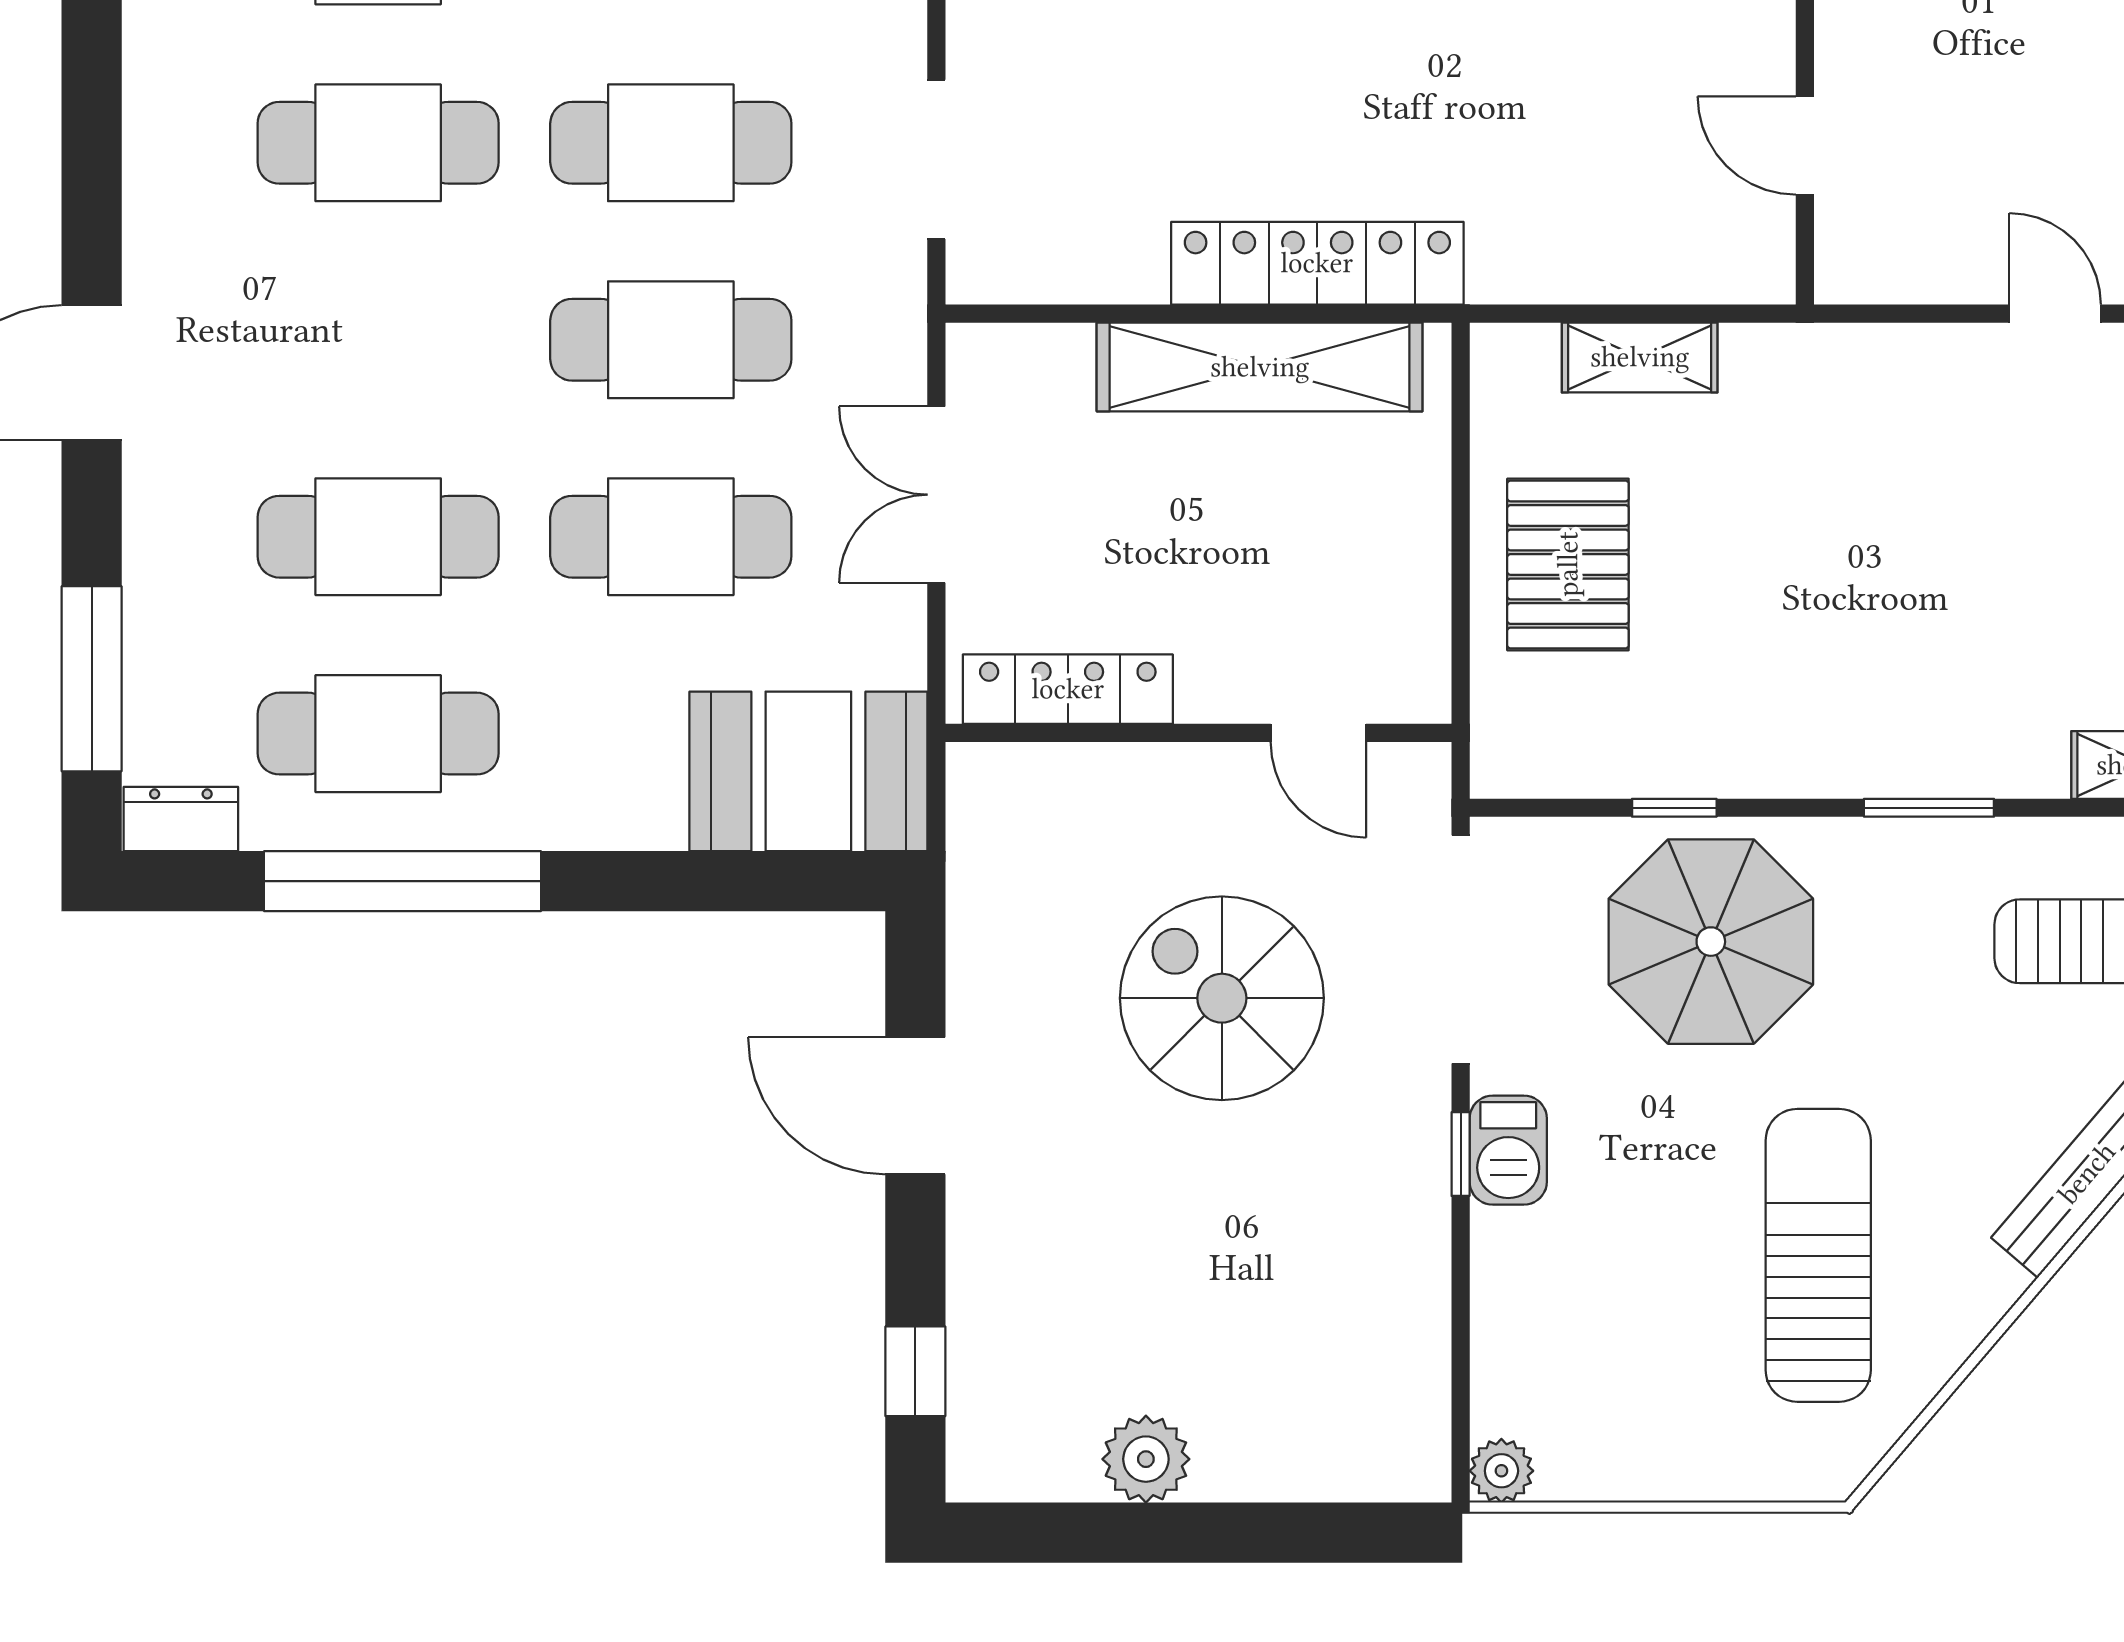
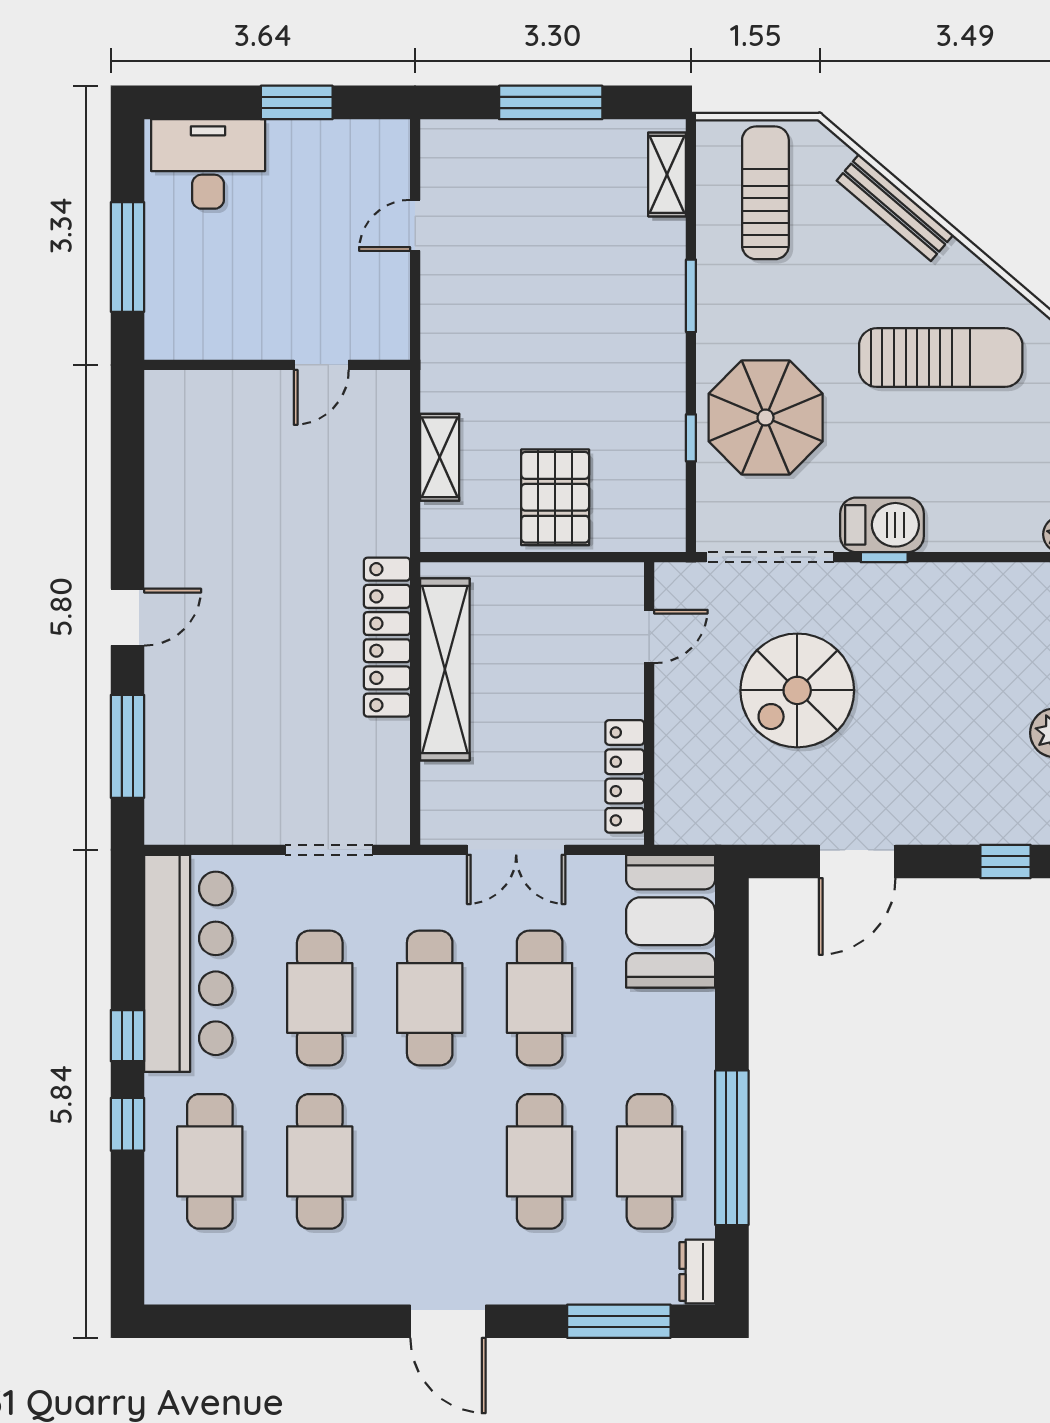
pallet: (1568, 564) -> (555, 497), turned 90
barbecue: (1508, 1150) -> (882, 525), width x1.38, depth x1.27
sun lounger: (1818, 1255) -> (941, 358), turned 180

